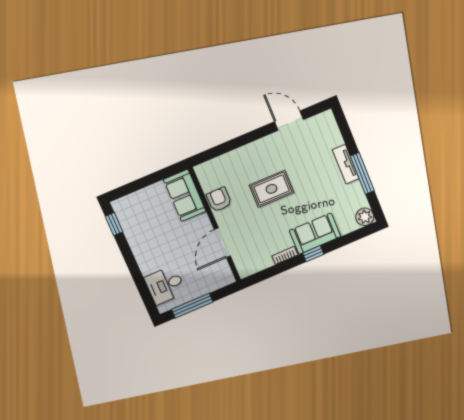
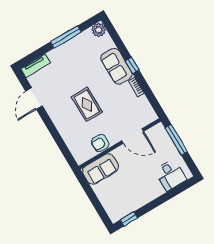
tv unit: (346, 164) -> (35, 66), moved
window: (192, 306) -> (176, 140), moved

